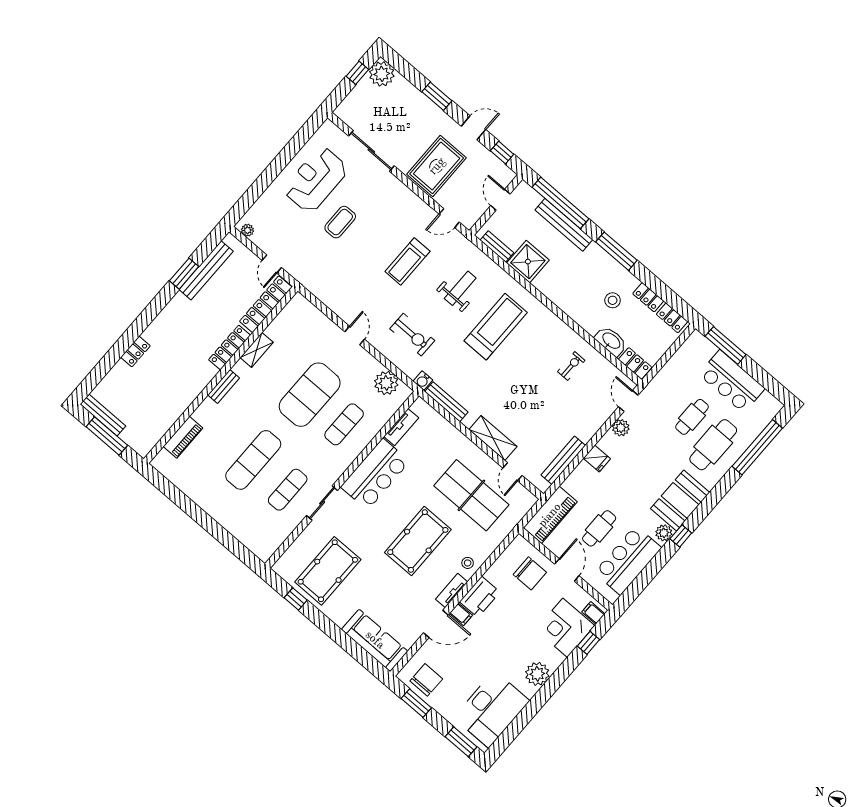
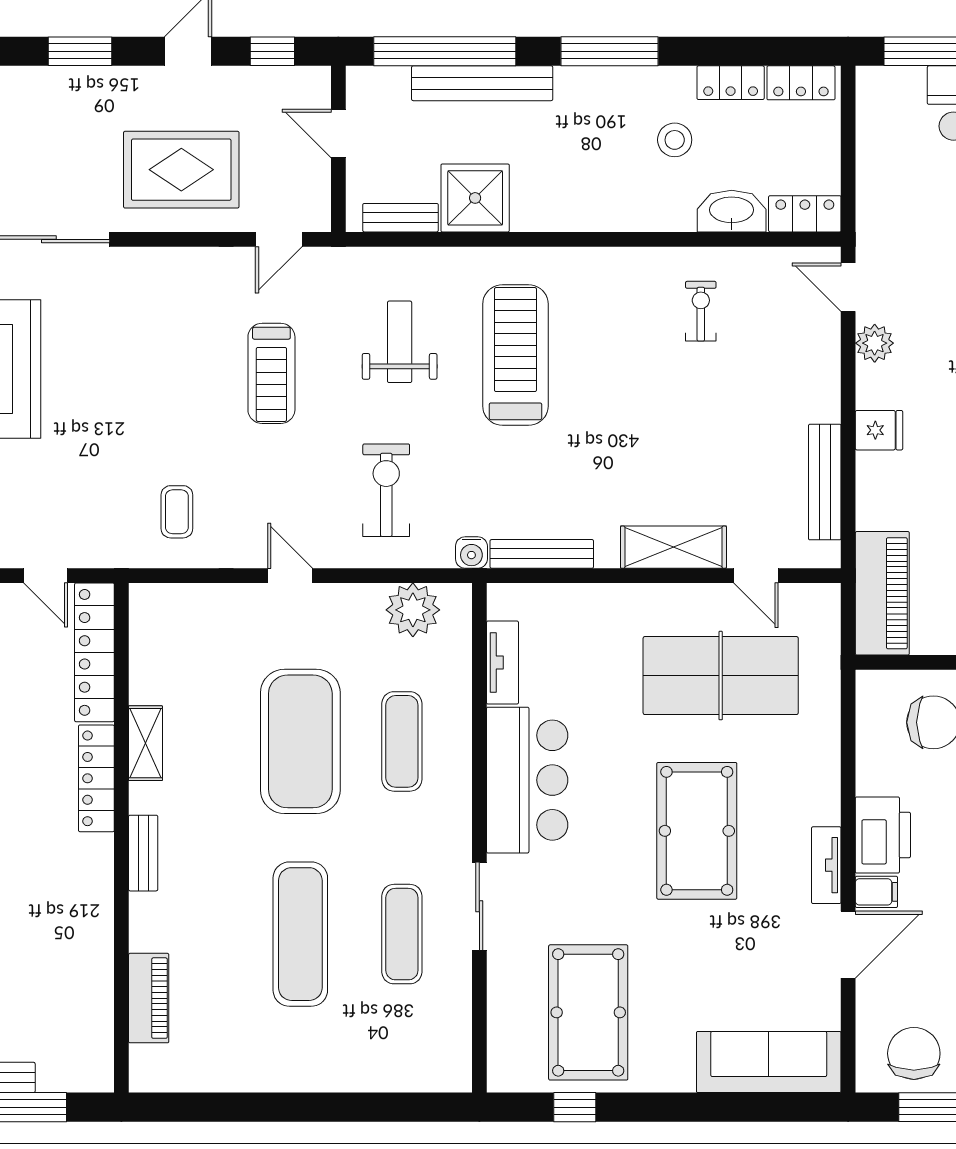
rug: (437, 166) -> (181, 170), turned 90
coffee table: (340, 222) -> (177, 512), moved, width x0.73, depth x0.77
exercise bike: (412, 335) -> (386, 490), turned -90
stool: (468, 563) -> (813, 795), removed

